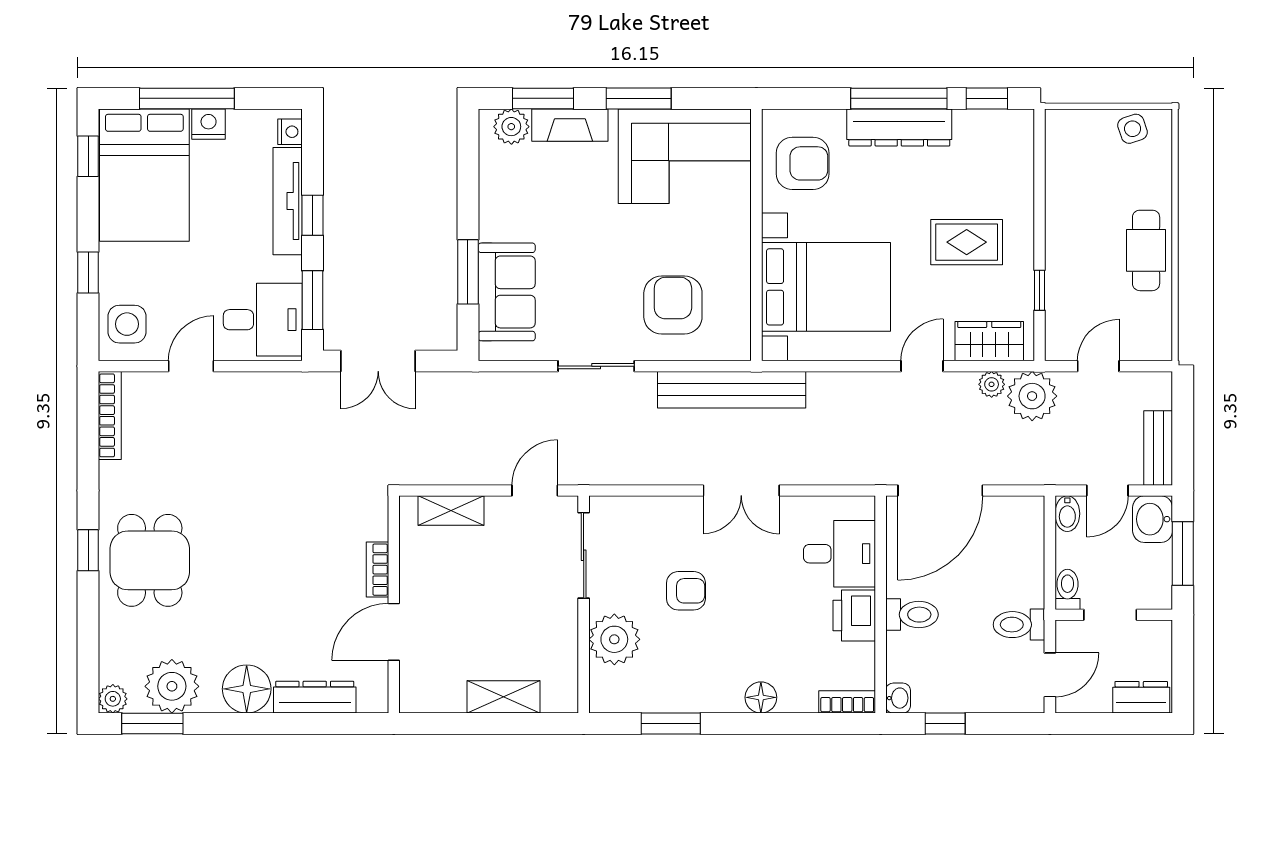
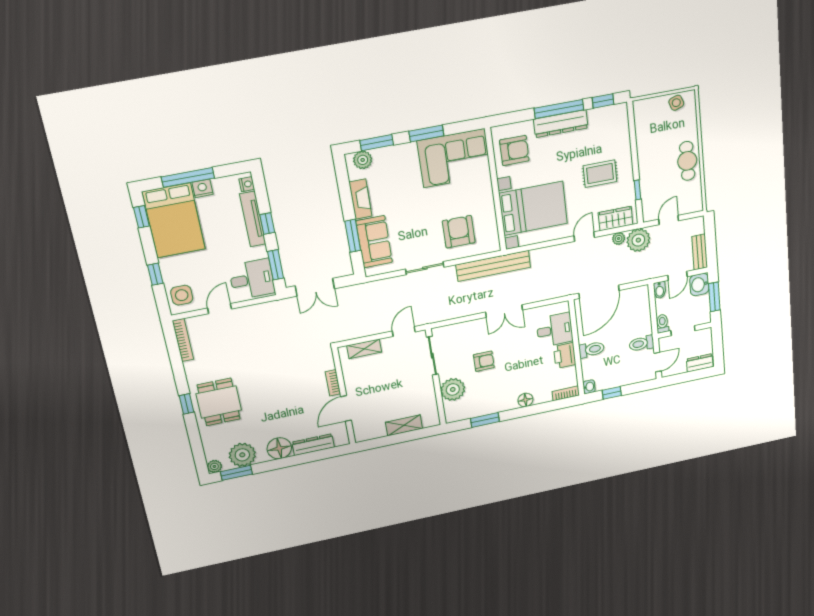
fireplace: (570, 125) -> (360, 199), moved, turned -90

